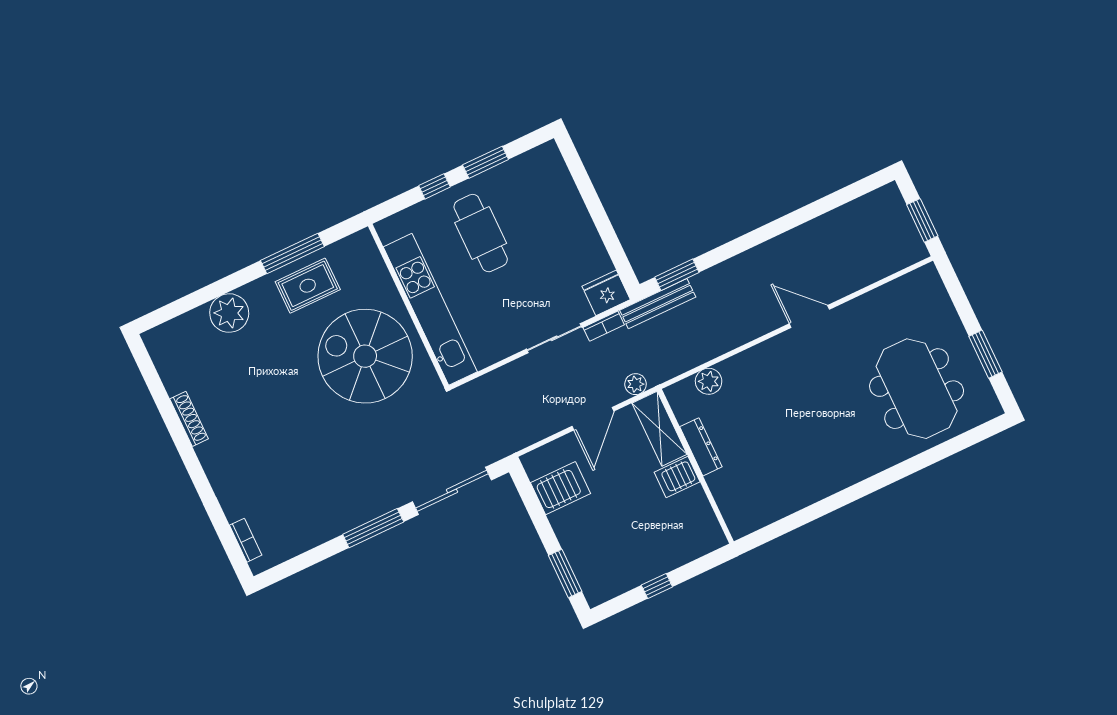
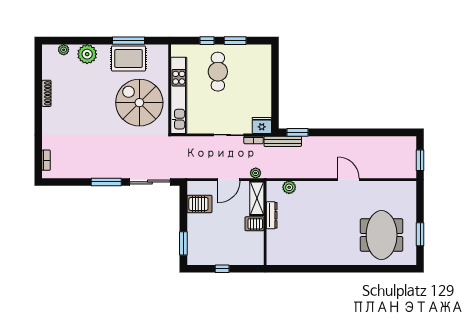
rug: (308, 286) -> (128, 58), width x1.36, depth x1.43
plant: (183, 325) -> (64, 50), added

